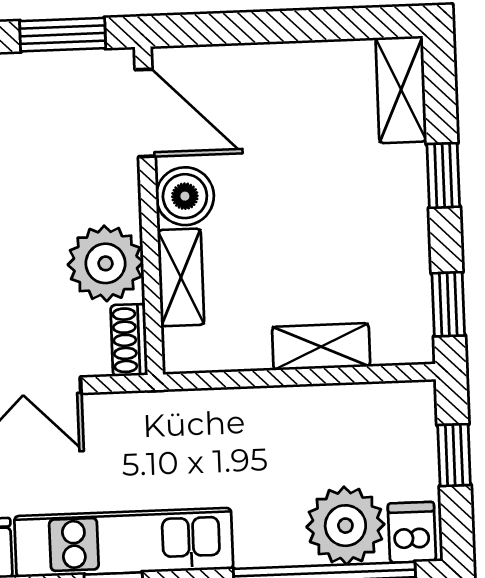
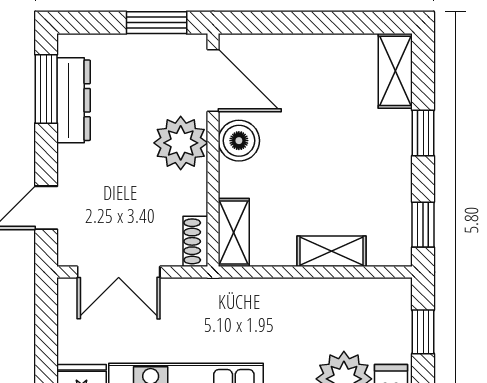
plant: (106, 263) -> (181, 143), moved
shelving: (181, 277) -> (234, 232), moved

